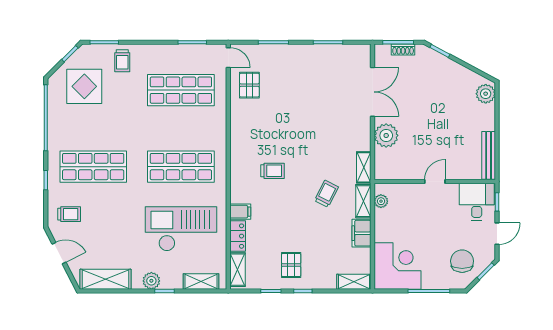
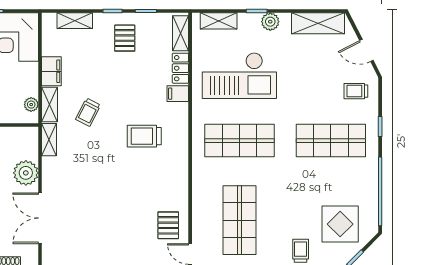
shop shelf: (181, 90) -> (240, 220), turned 90
trolley: (272, 171) -> (144, 136), width x1.36, depth x1.39
shelving: (354, 282) -> (75, 21), moved

